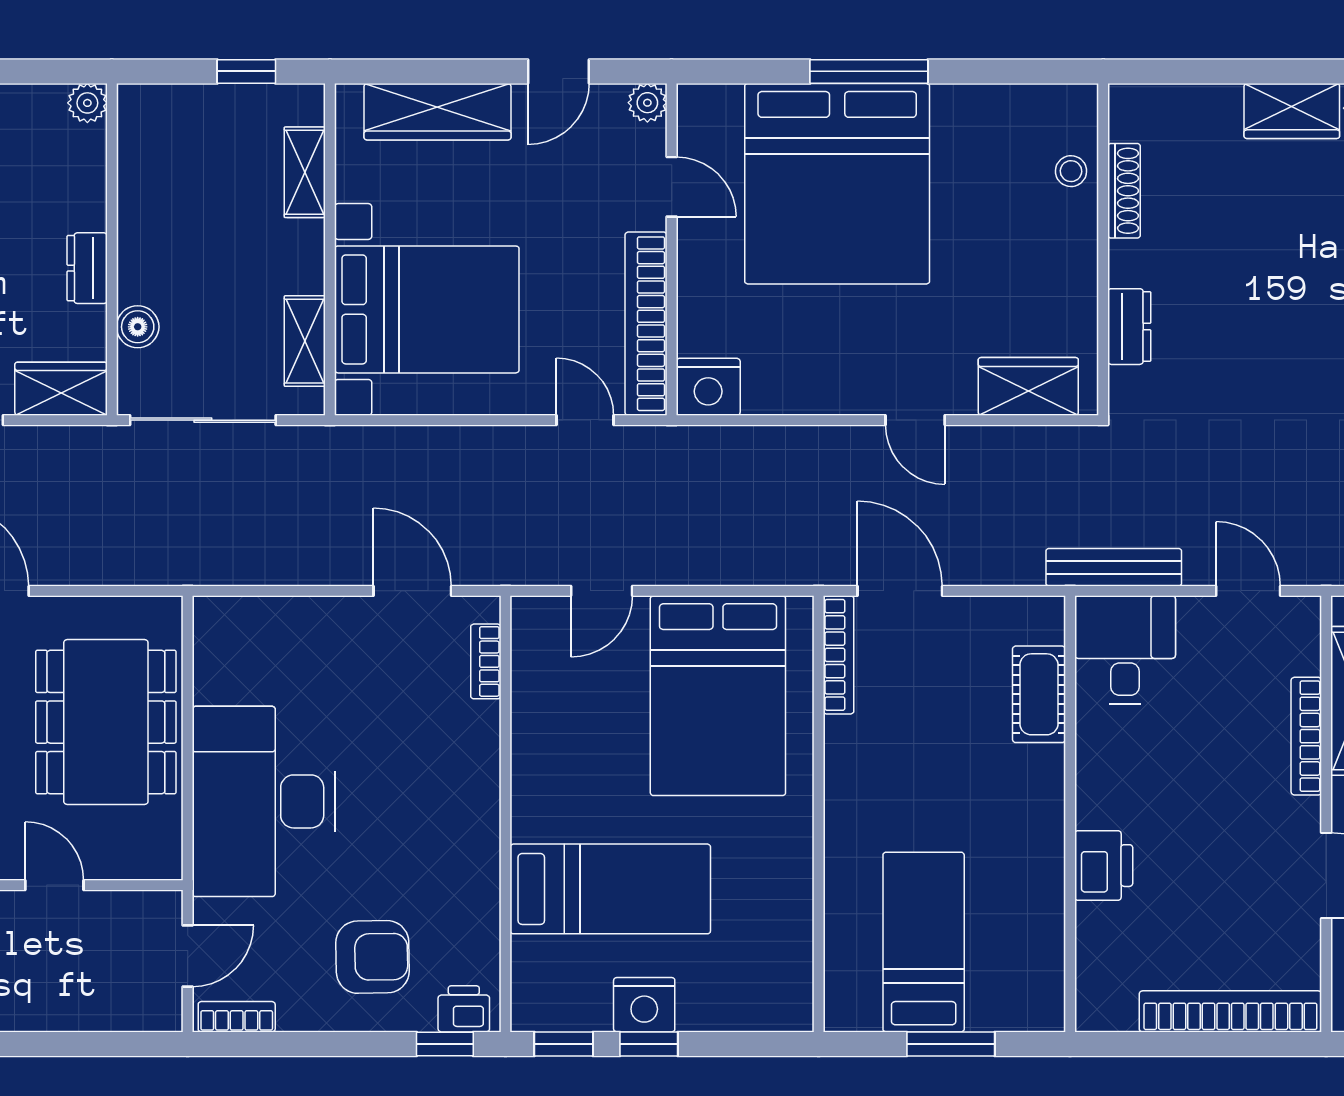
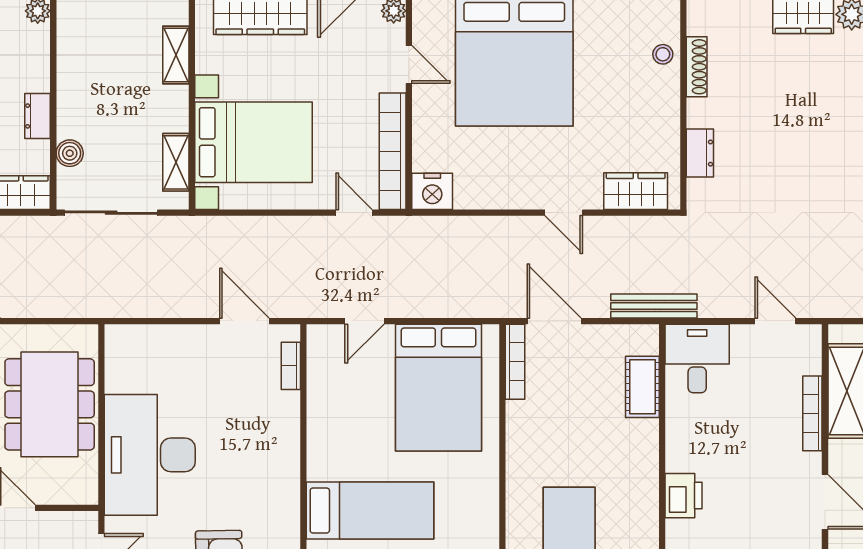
bench: (1114, 567) -> (654, 306), moved

